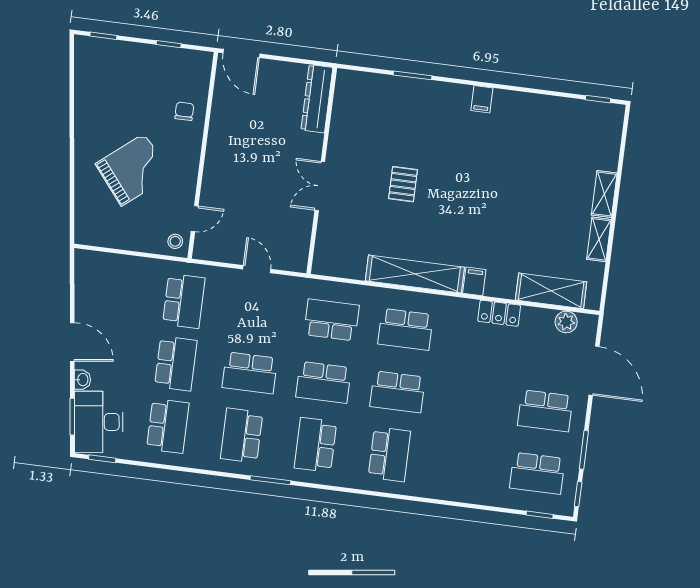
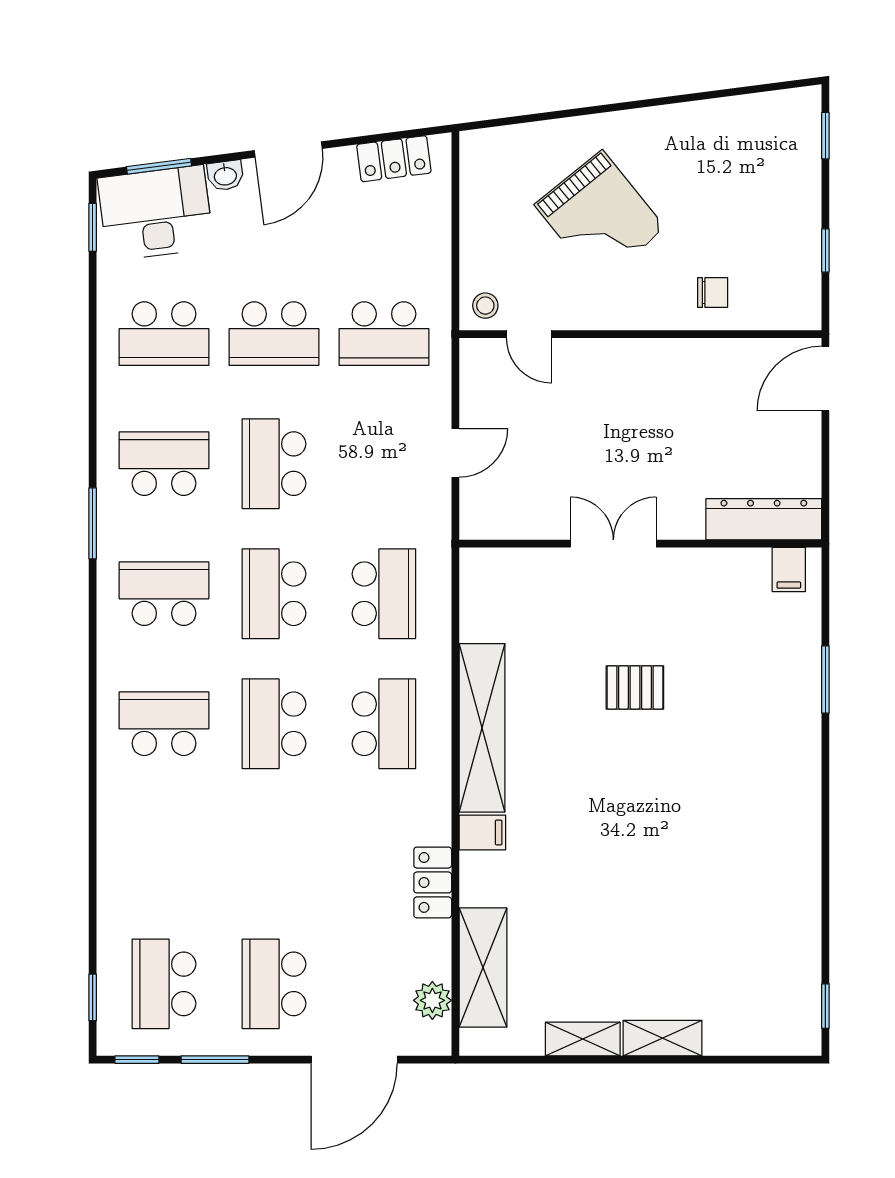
filing cabinet: (482, 99) -> (789, 570), moved, turned -90
locker: (85, 283) -> (394, 159), added
school desk: (405, 329) -> (384, 724), turned 180
school desk: (389, 454) -> (164, 724), turned 180

